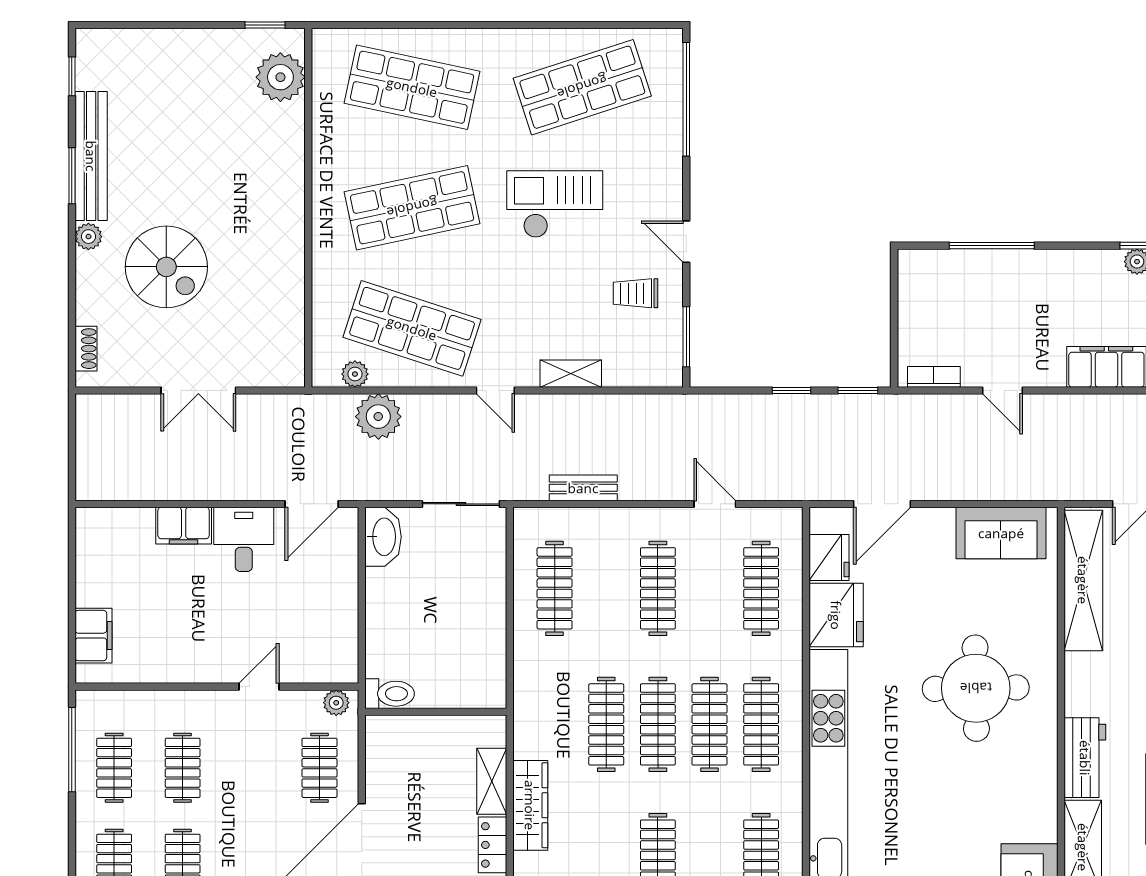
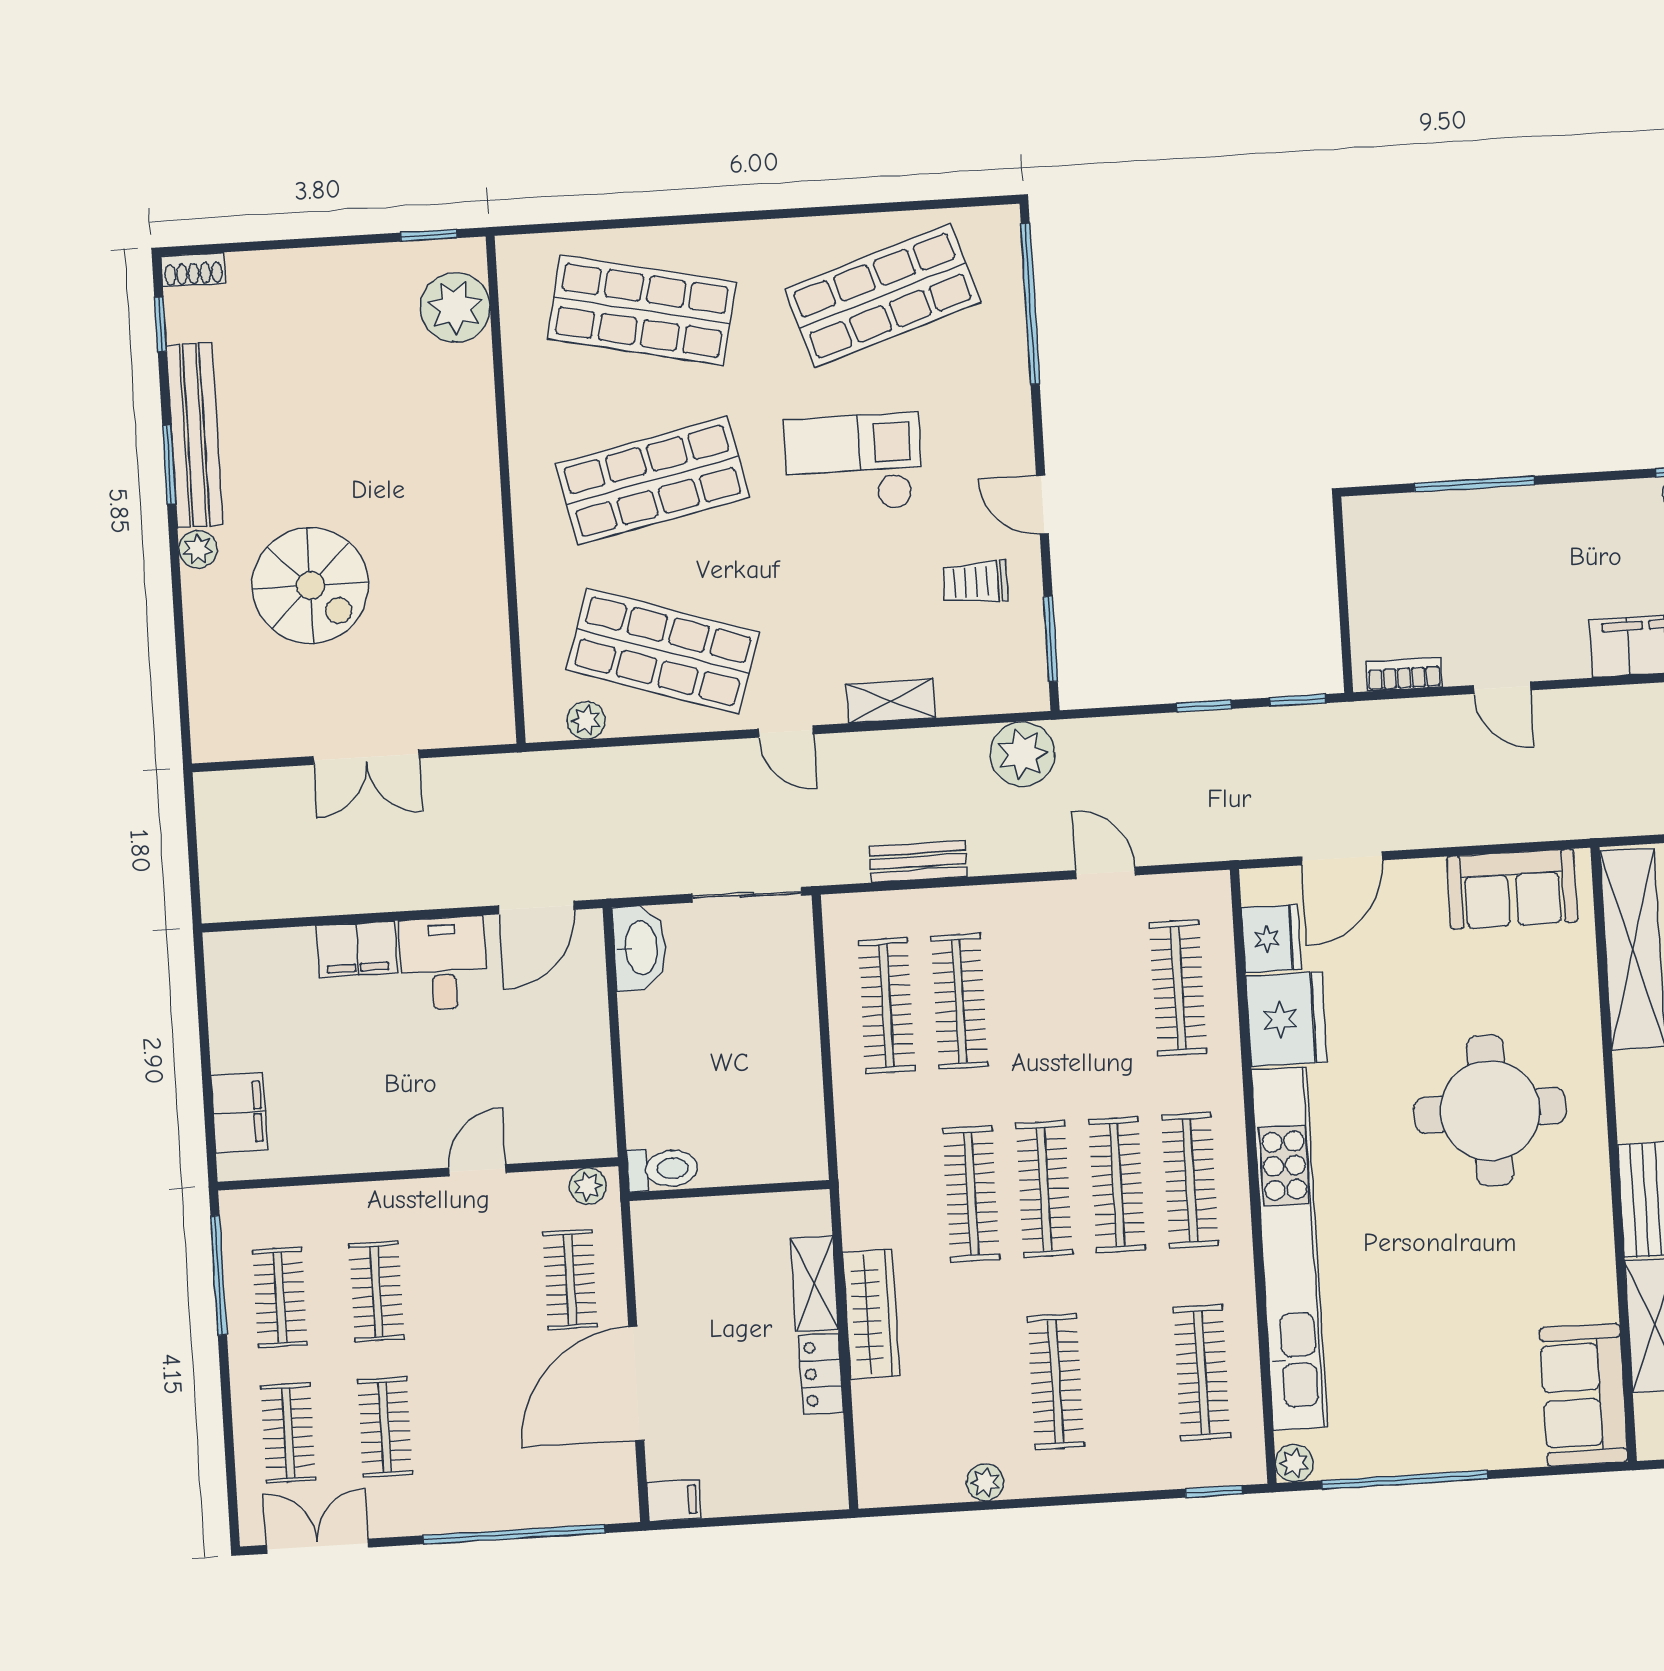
shoe rack: (86, 349) -> (193, 270), moved, turned 90
plant: (378, 417) -> (1022, 754), moved
clothes rail: (658, 588) -> (959, 1001), moved

